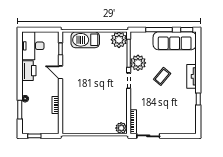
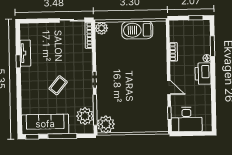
barbecue: (85, 40) -> (137, 30), moved, turned 180
desk: (33, 46) -> (187, 119), moved, turned 90
plant: (138, 63) -> (85, 116), moved
printer: (29, 71) -> (203, 74), moved
tv unit: (192, 76) -> (25, 53), moved

